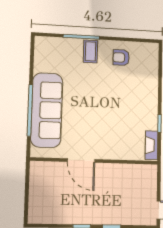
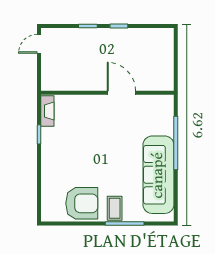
armchair: (121, 58) -> (82, 203), width x1.88, depth x1.88
sofa: (47, 110) -> (158, 175), moved

